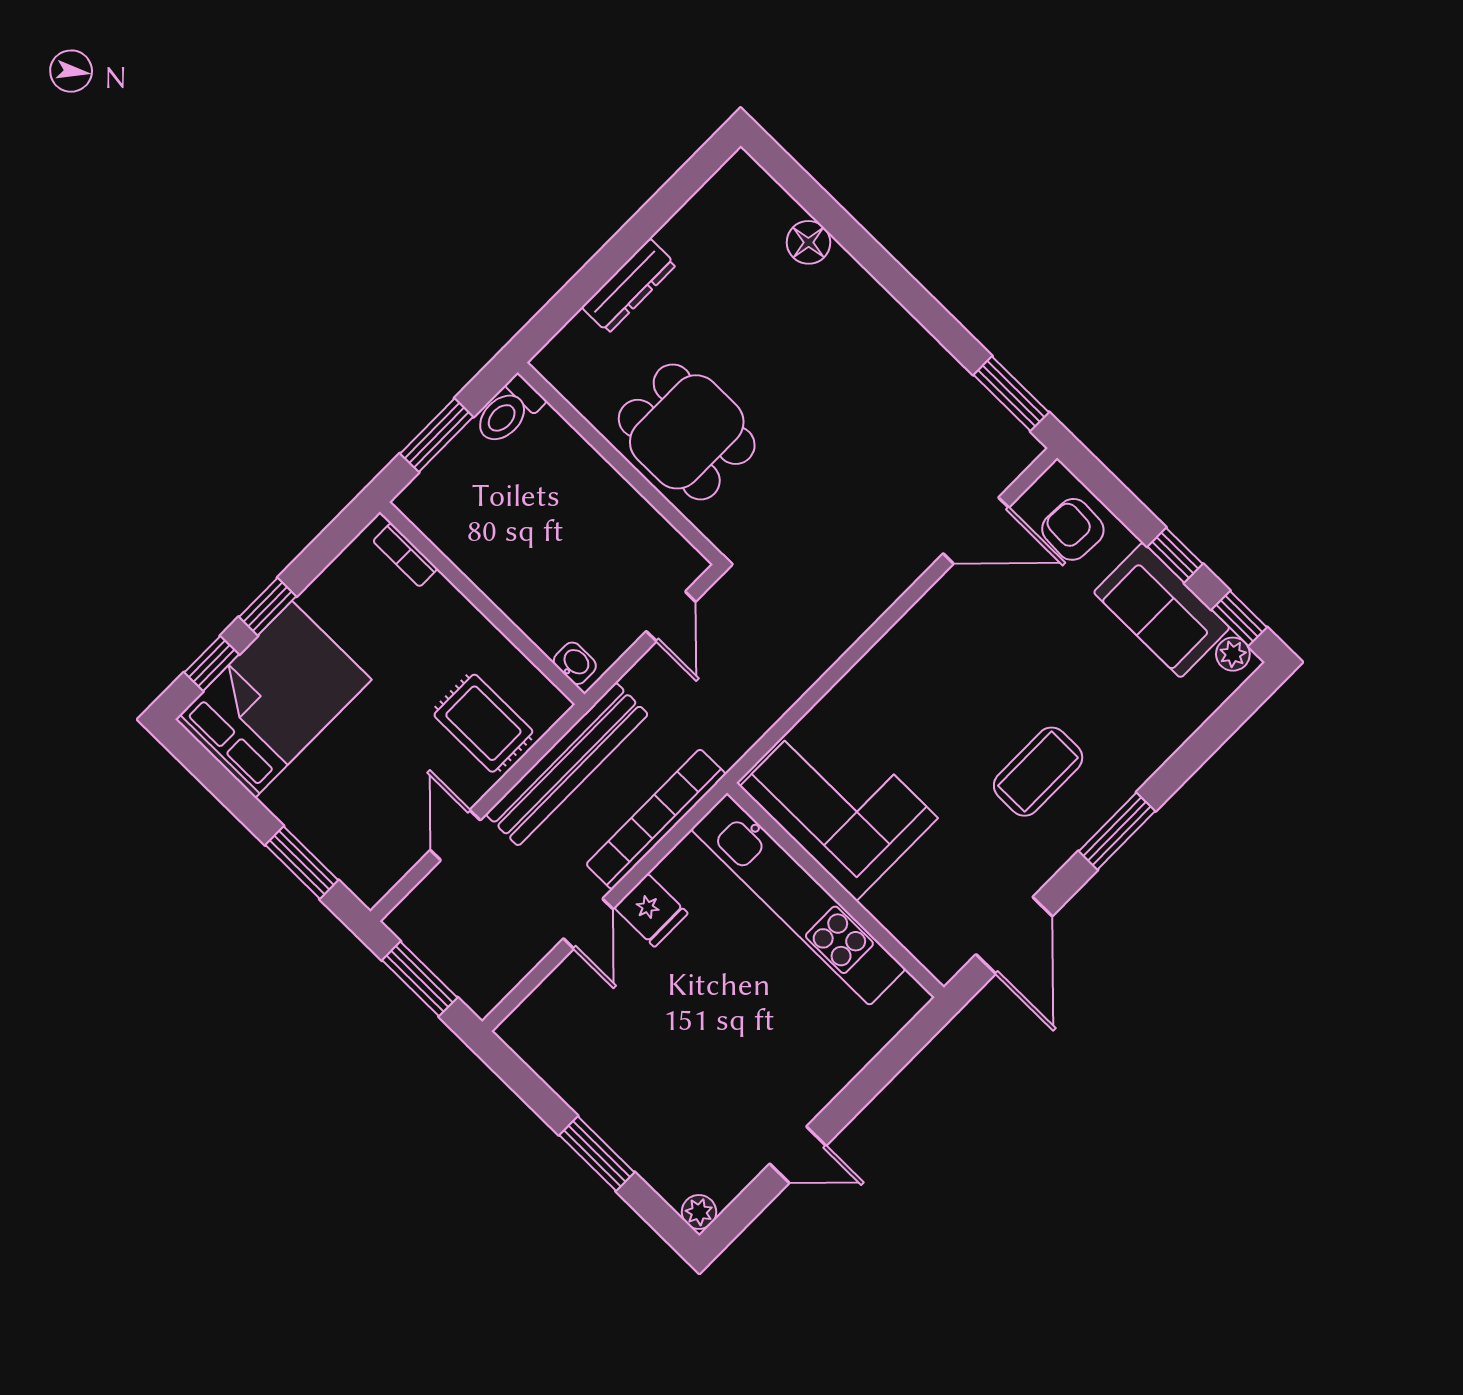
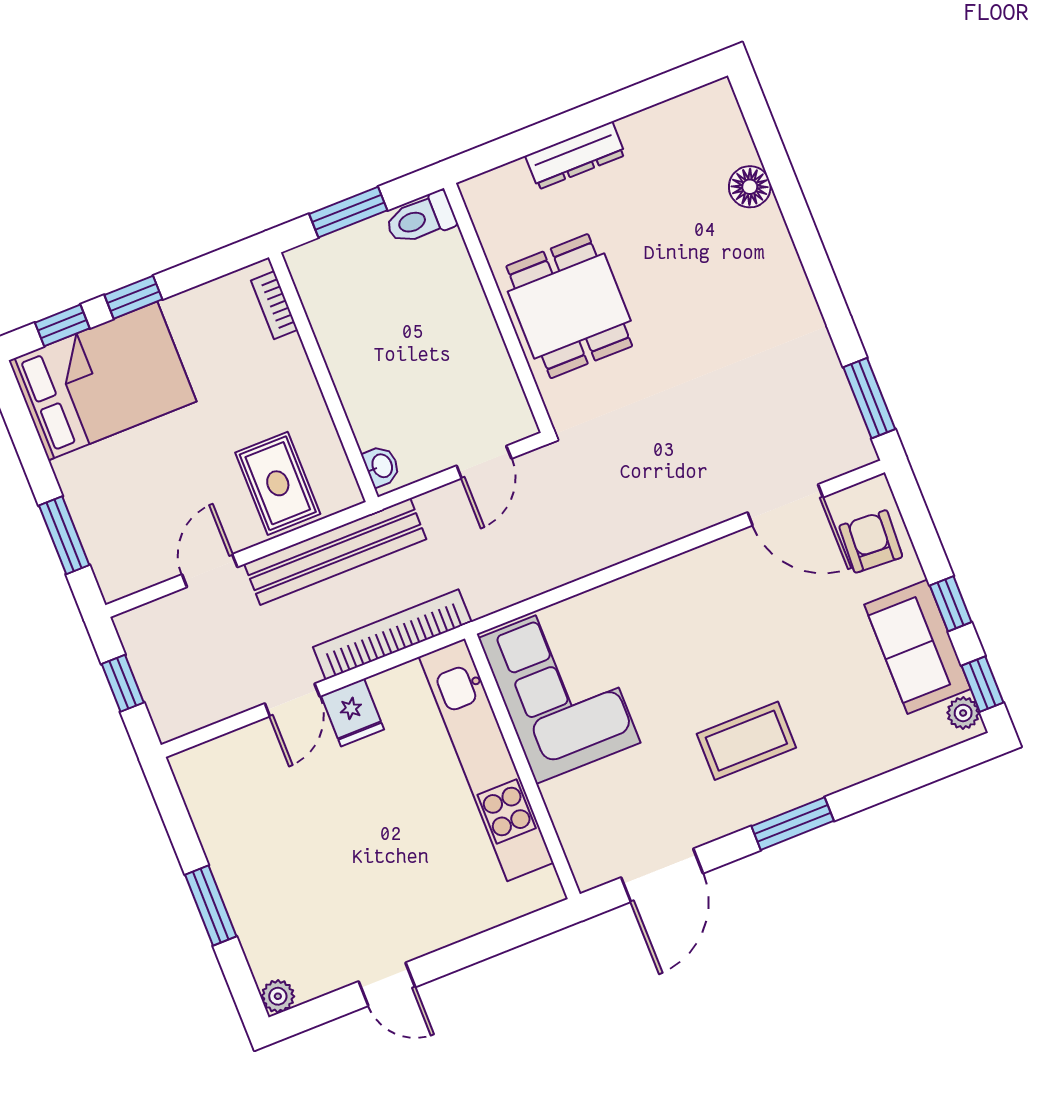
window: (420, 979) -> (123, 683), width x0.67

